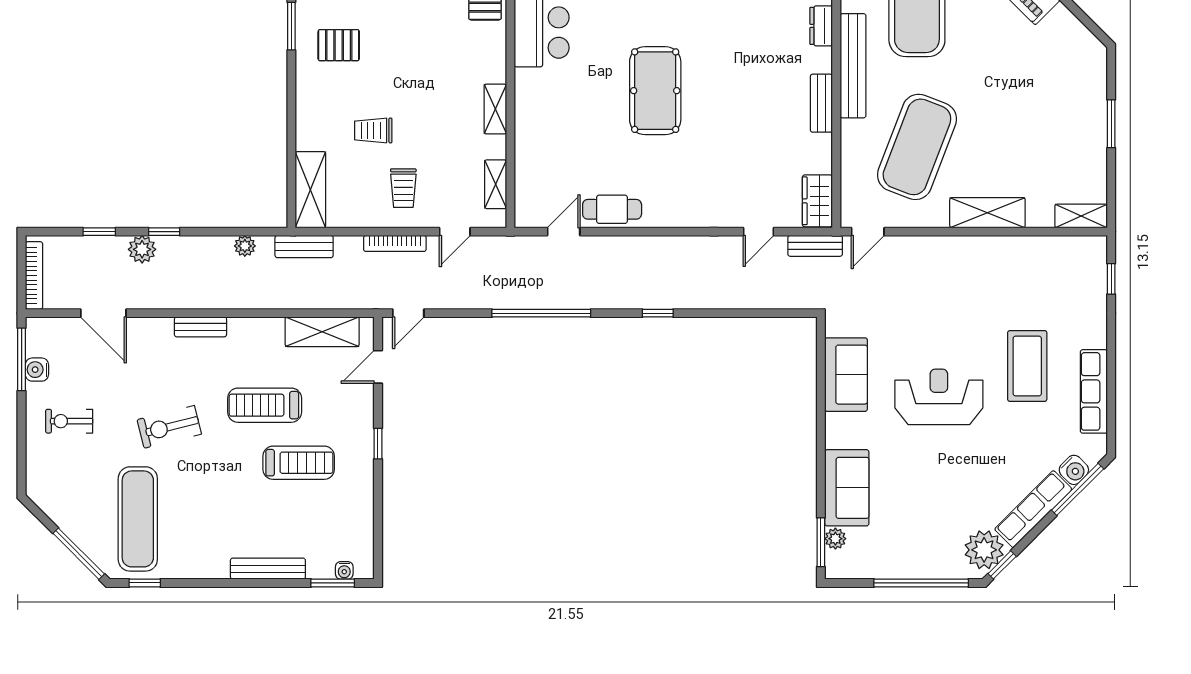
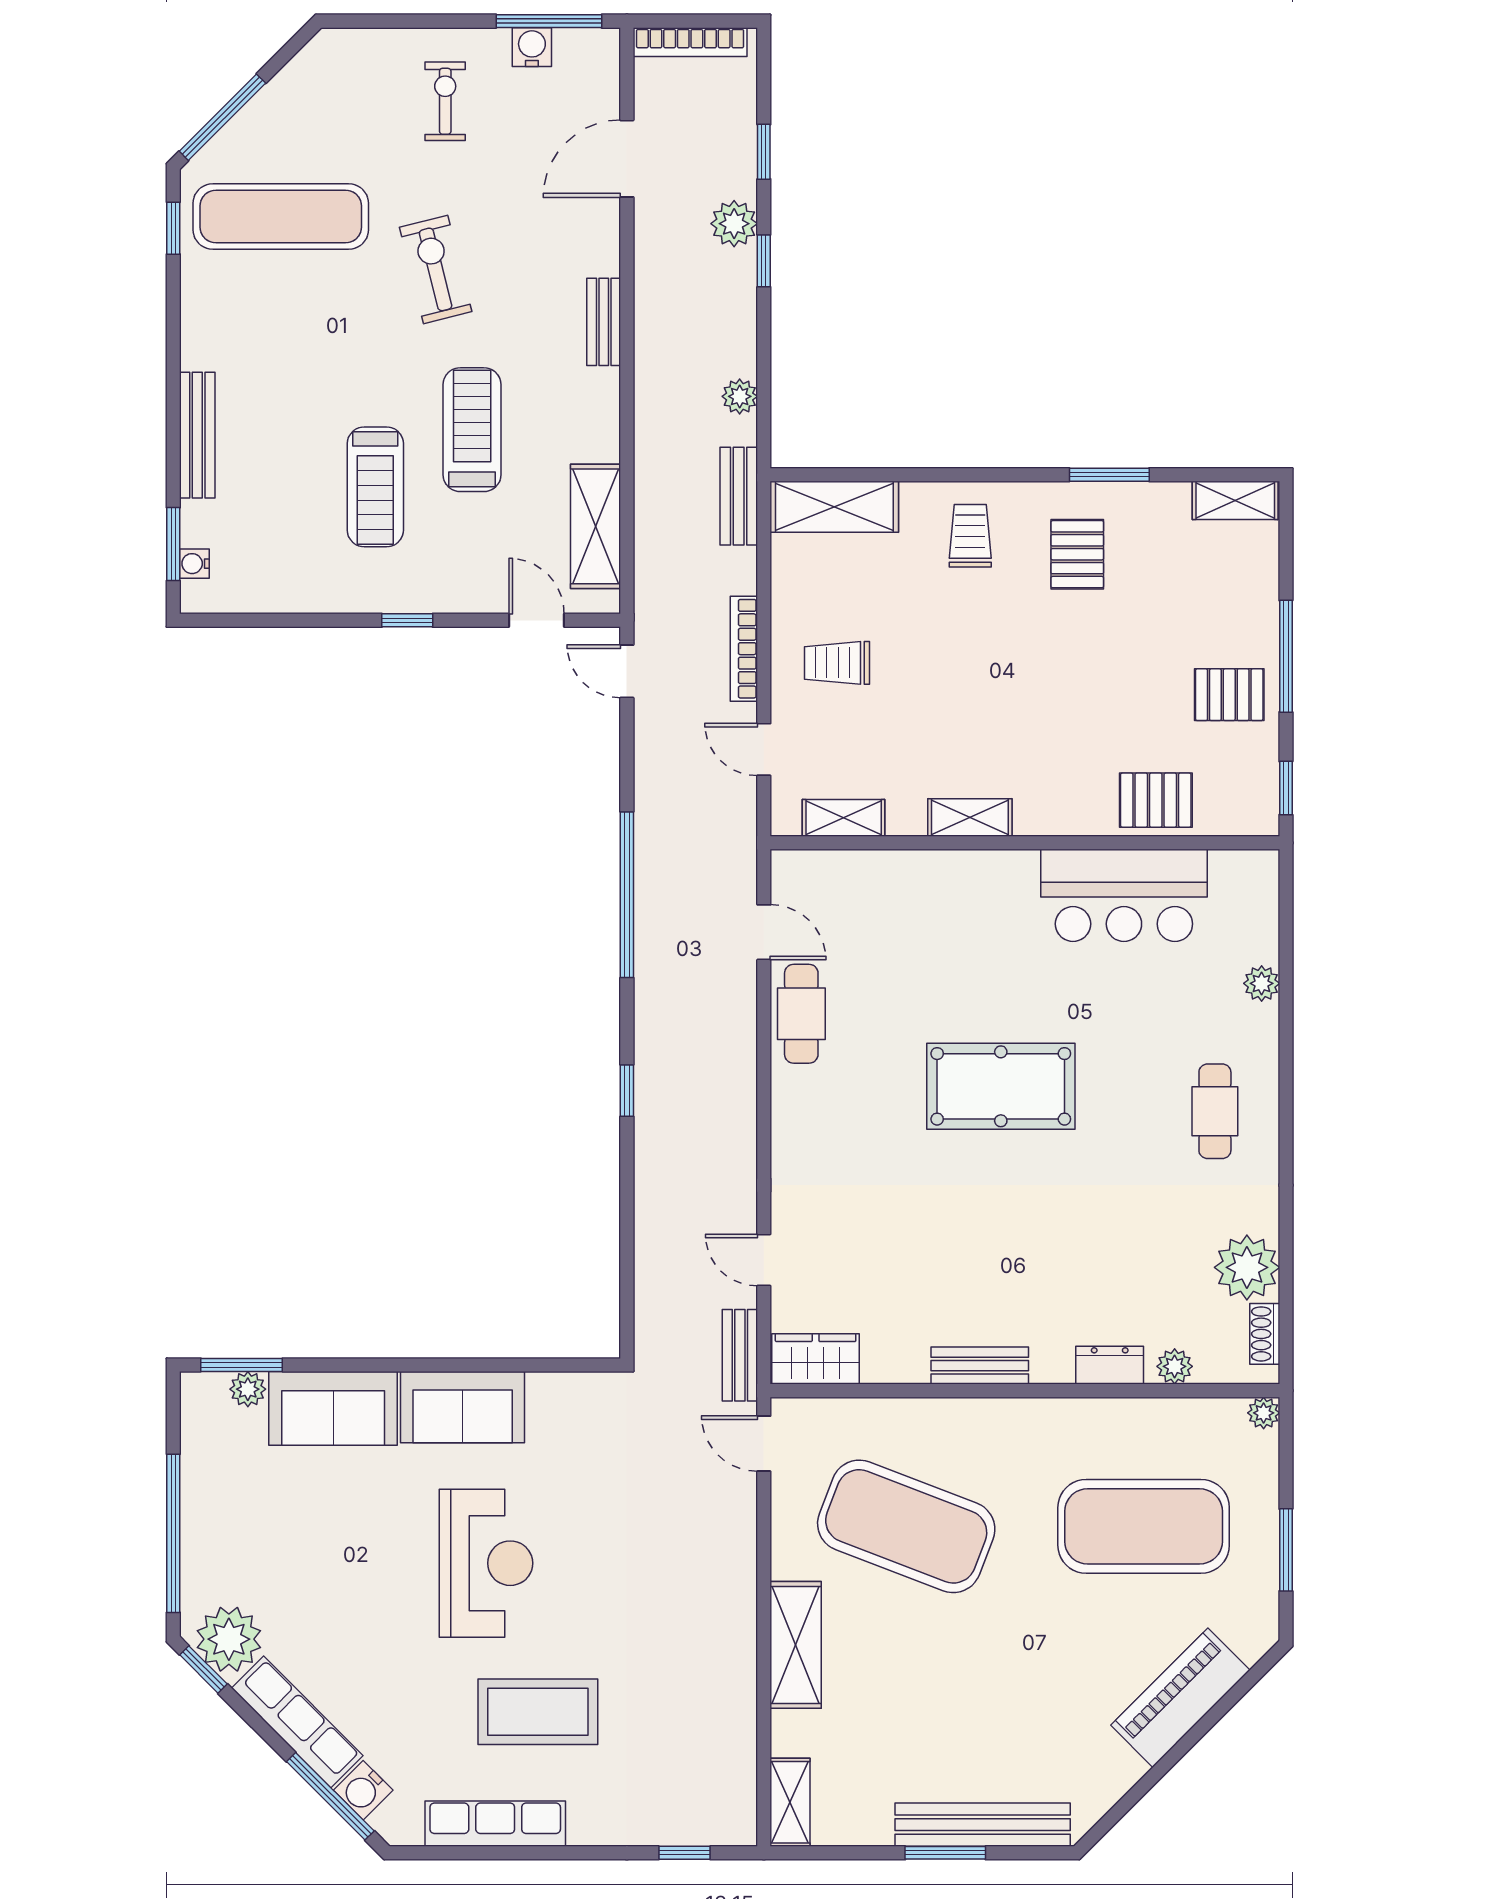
bench: (853, 66) -> (983, 1825), moved
trolley: (373, 130) -> (970, 536), moved
sofa: (846, 375) -> (463, 1407), moved

